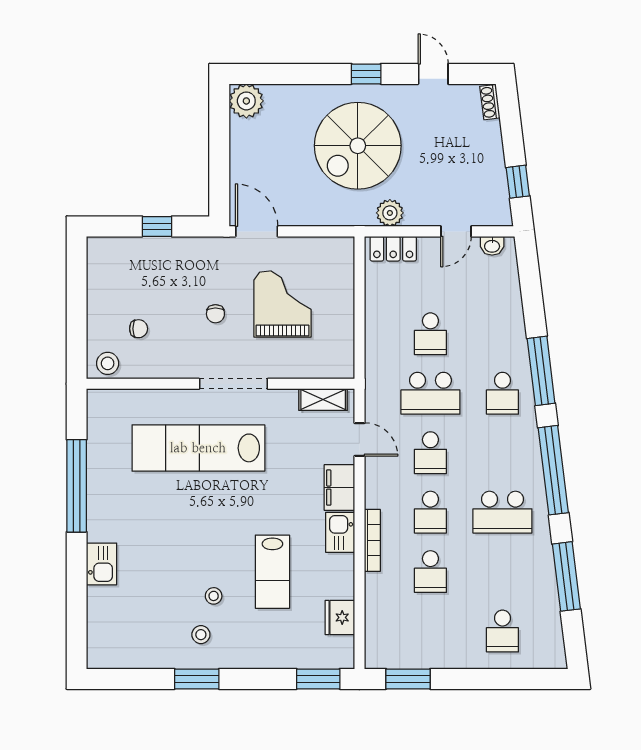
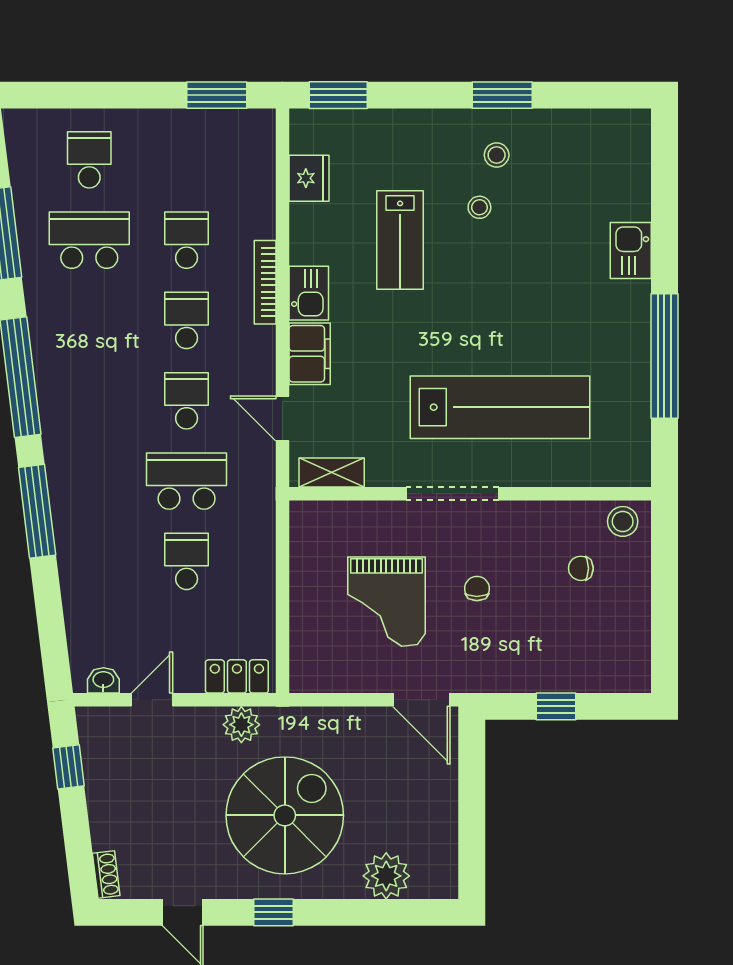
plant: (246, 101) -> (386, 876), moved
school desk: (502, 393) -> (89, 481), removed
school desk: (502, 512) -> (89, 240), moved
lab bench: (272, 572) -> (400, 240), turned 180

